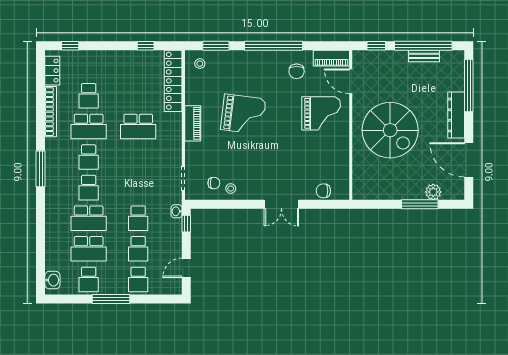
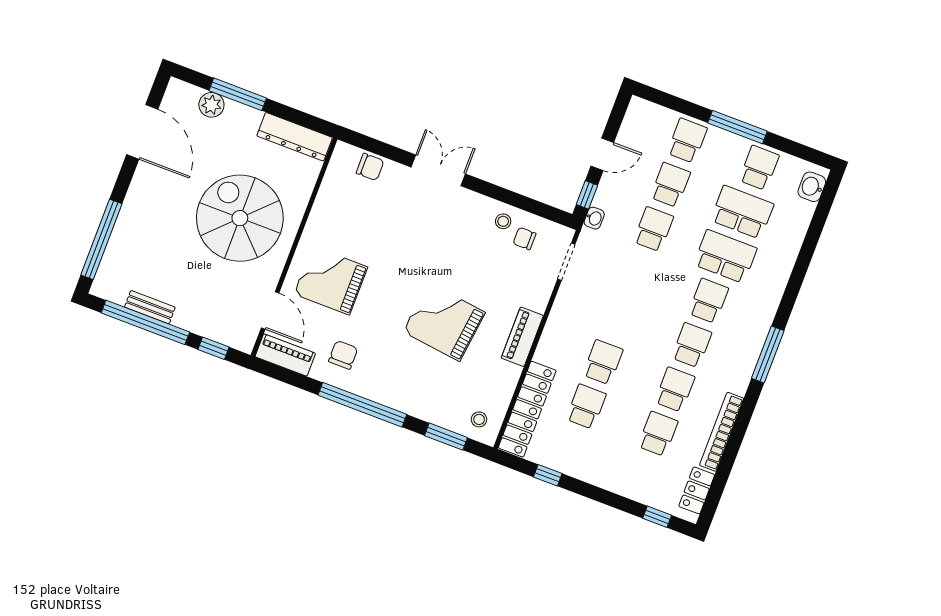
school desk: (138, 96) -> (586, 407), added
dresser: (456, 115) -> (295, 137), moved, turned 90
school desk: (89, 126) -> (675, 389), width x0.54
school desk: (138, 126) -> (603, 362), width x0.54
door: (186, 268) -> (602, 154), moved

